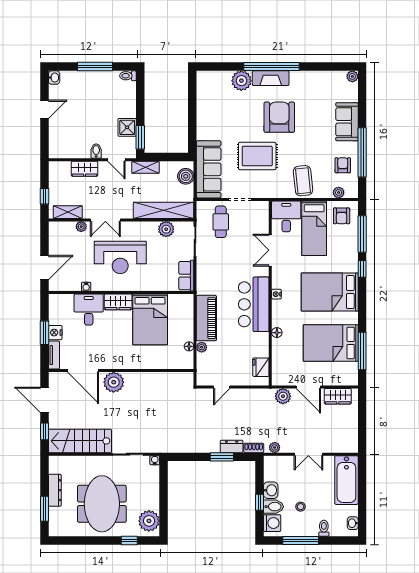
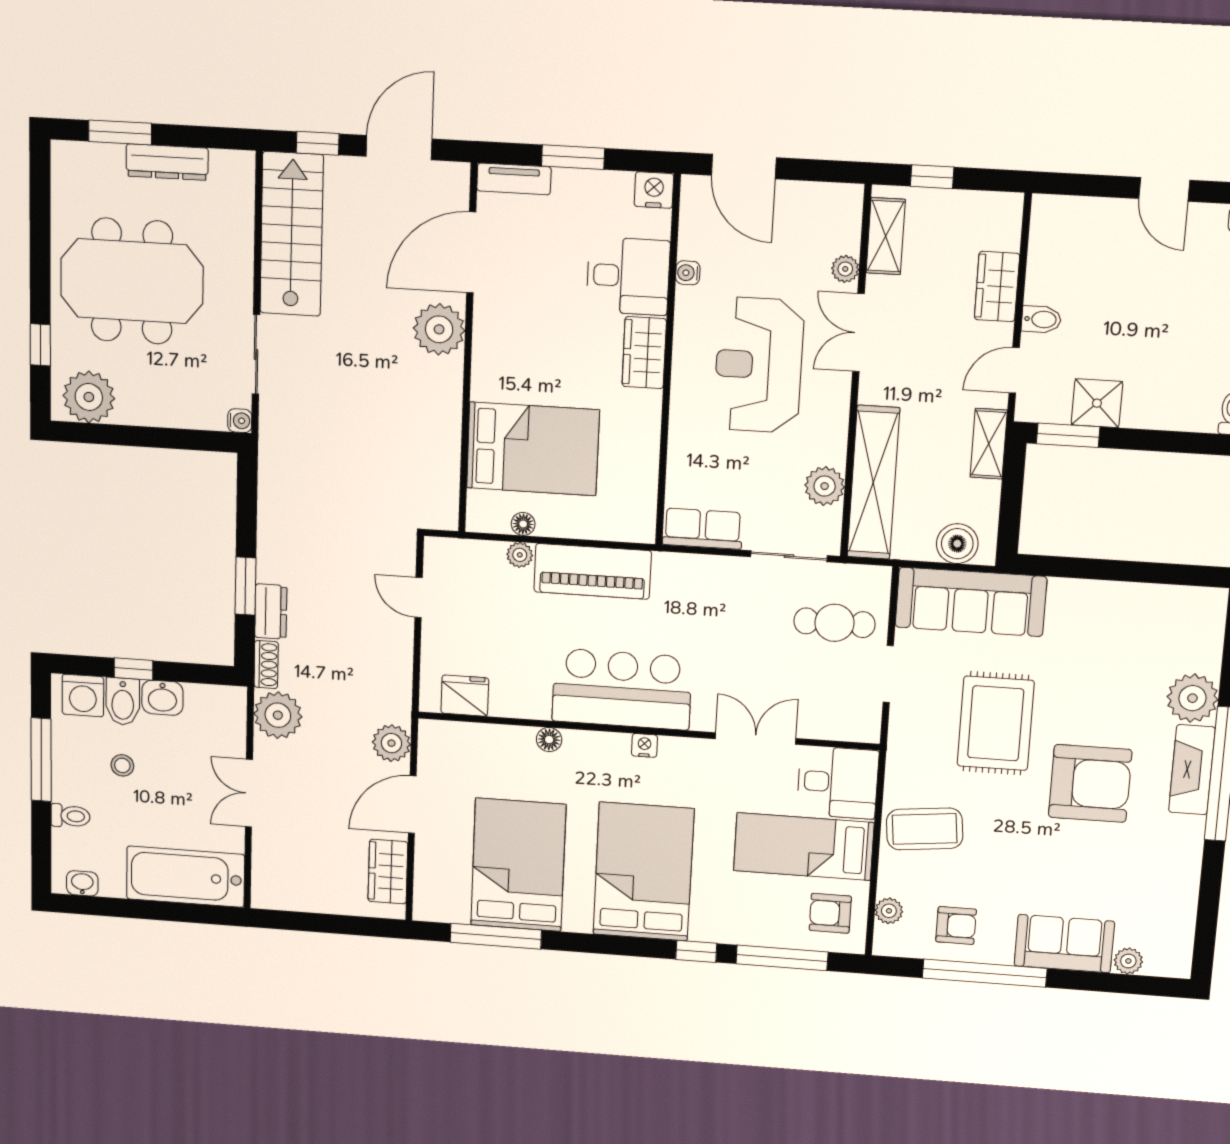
plant: (352, 76) -> (1128, 961), moved
bed: (150, 319) -> (533, 449), moved, turned 180
nightstand: (55, 333) -> (654, 190), moved
plant: (275, 447) -> (278, 715), width x1.88, depth x1.88

